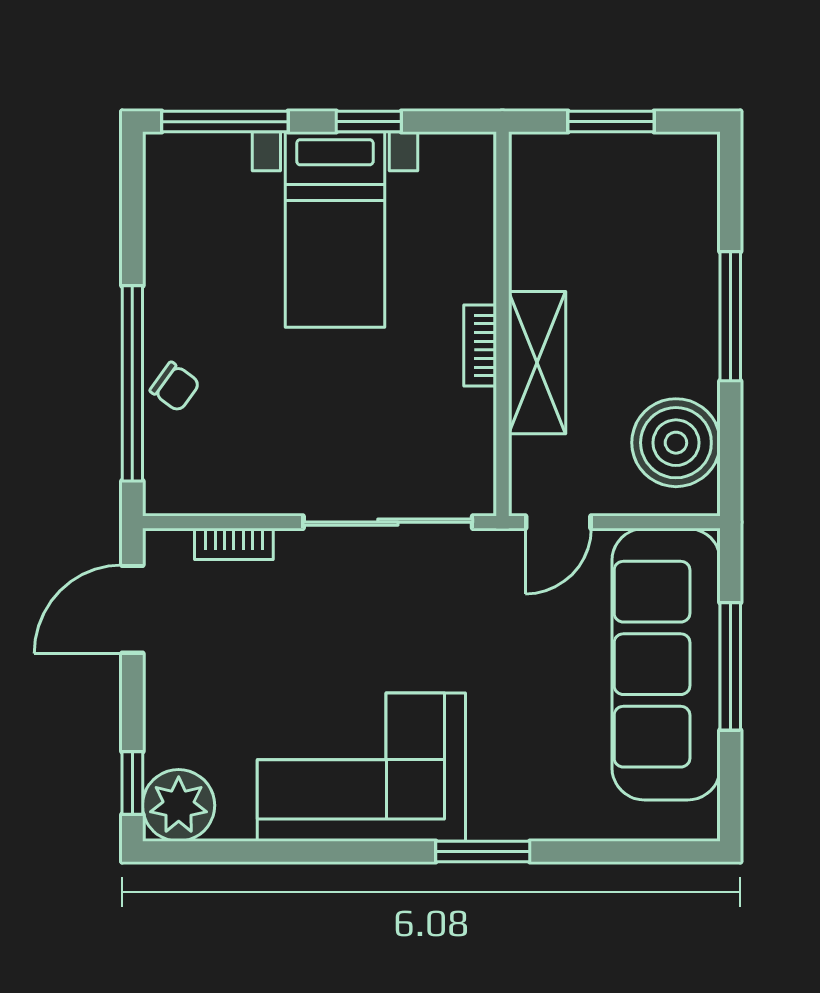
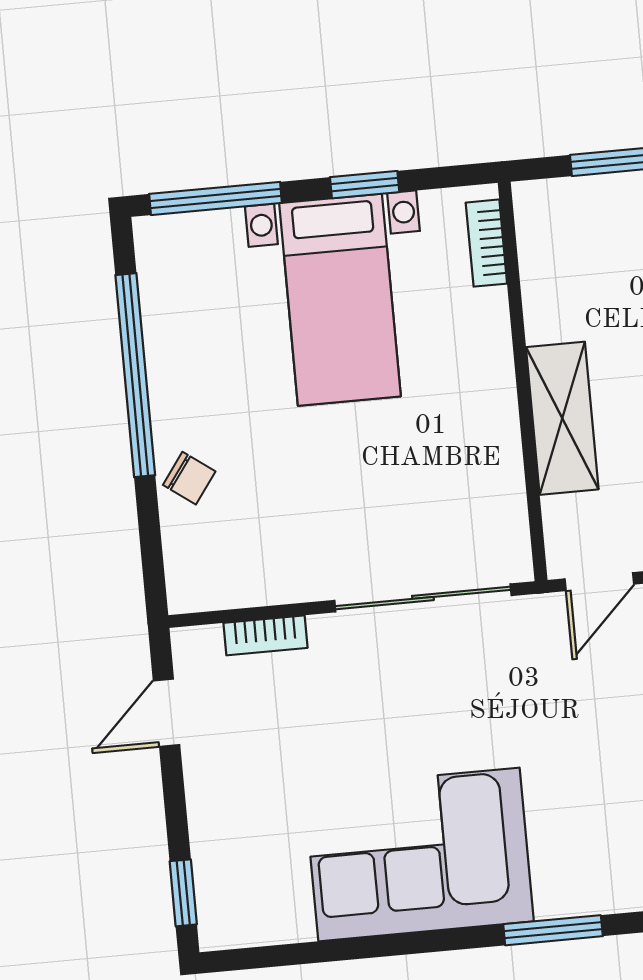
bookcase: (480, 345) -> (486, 243), moved
window: (132, 383) -> (135, 375), moved
door: (132, 609) -> (167, 713), width x0.73
plant: (179, 805) -> (233, 912), removed

